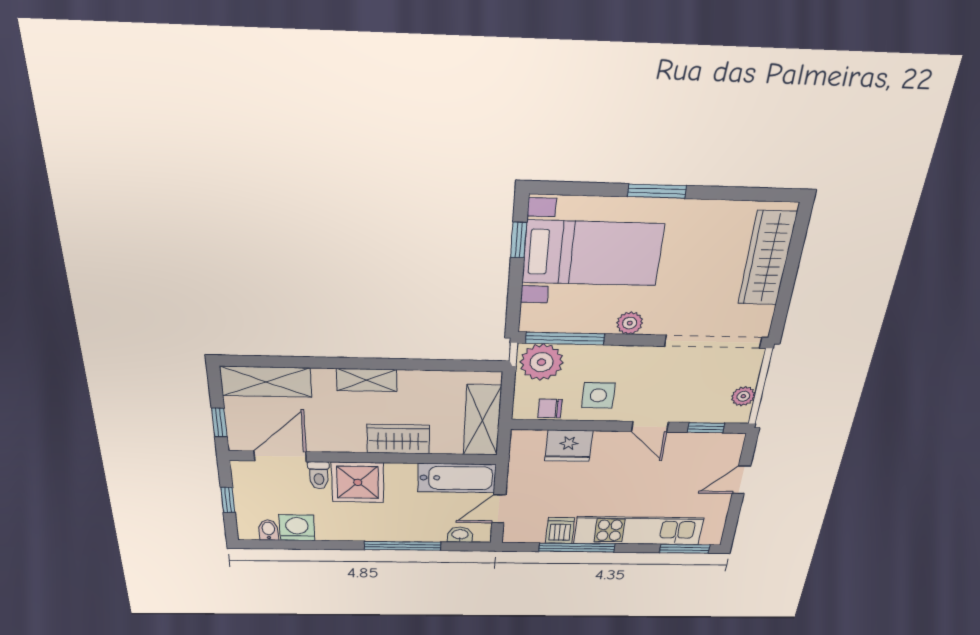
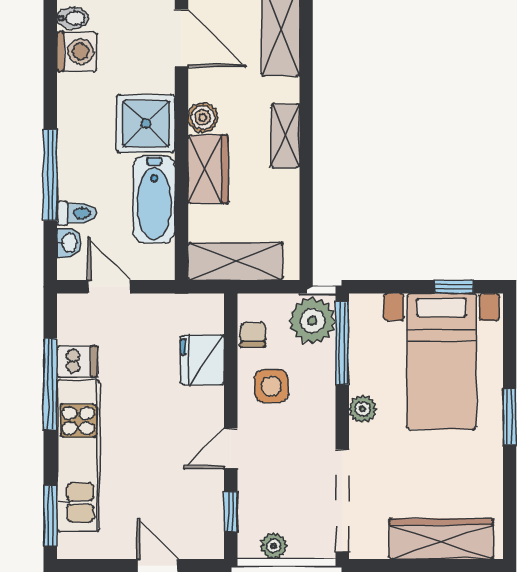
boiler: (351, 442) -> (203, 118), added
toilet: (319, 475) -> (76, 213), moved, turned 180
bathtub: (457, 478) -> (154, 199), moved

